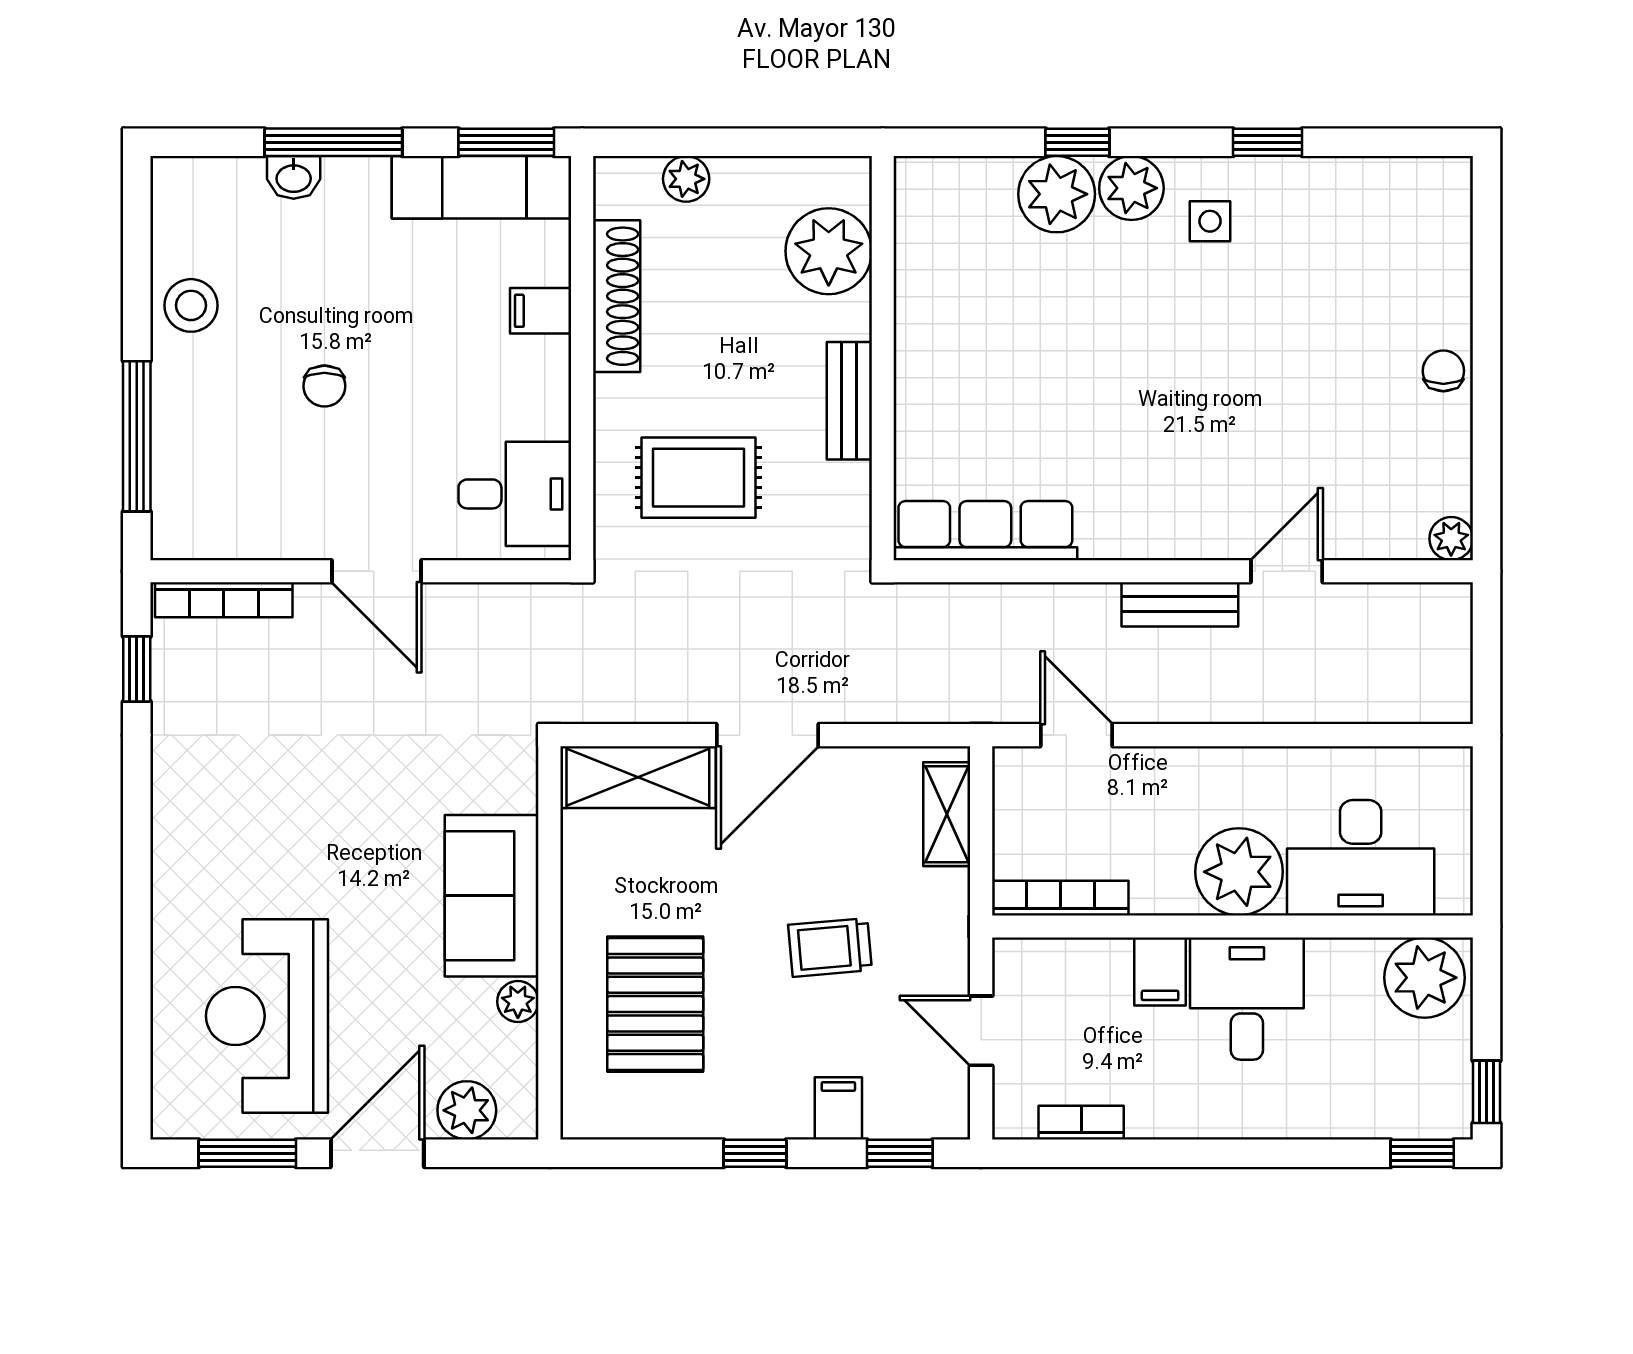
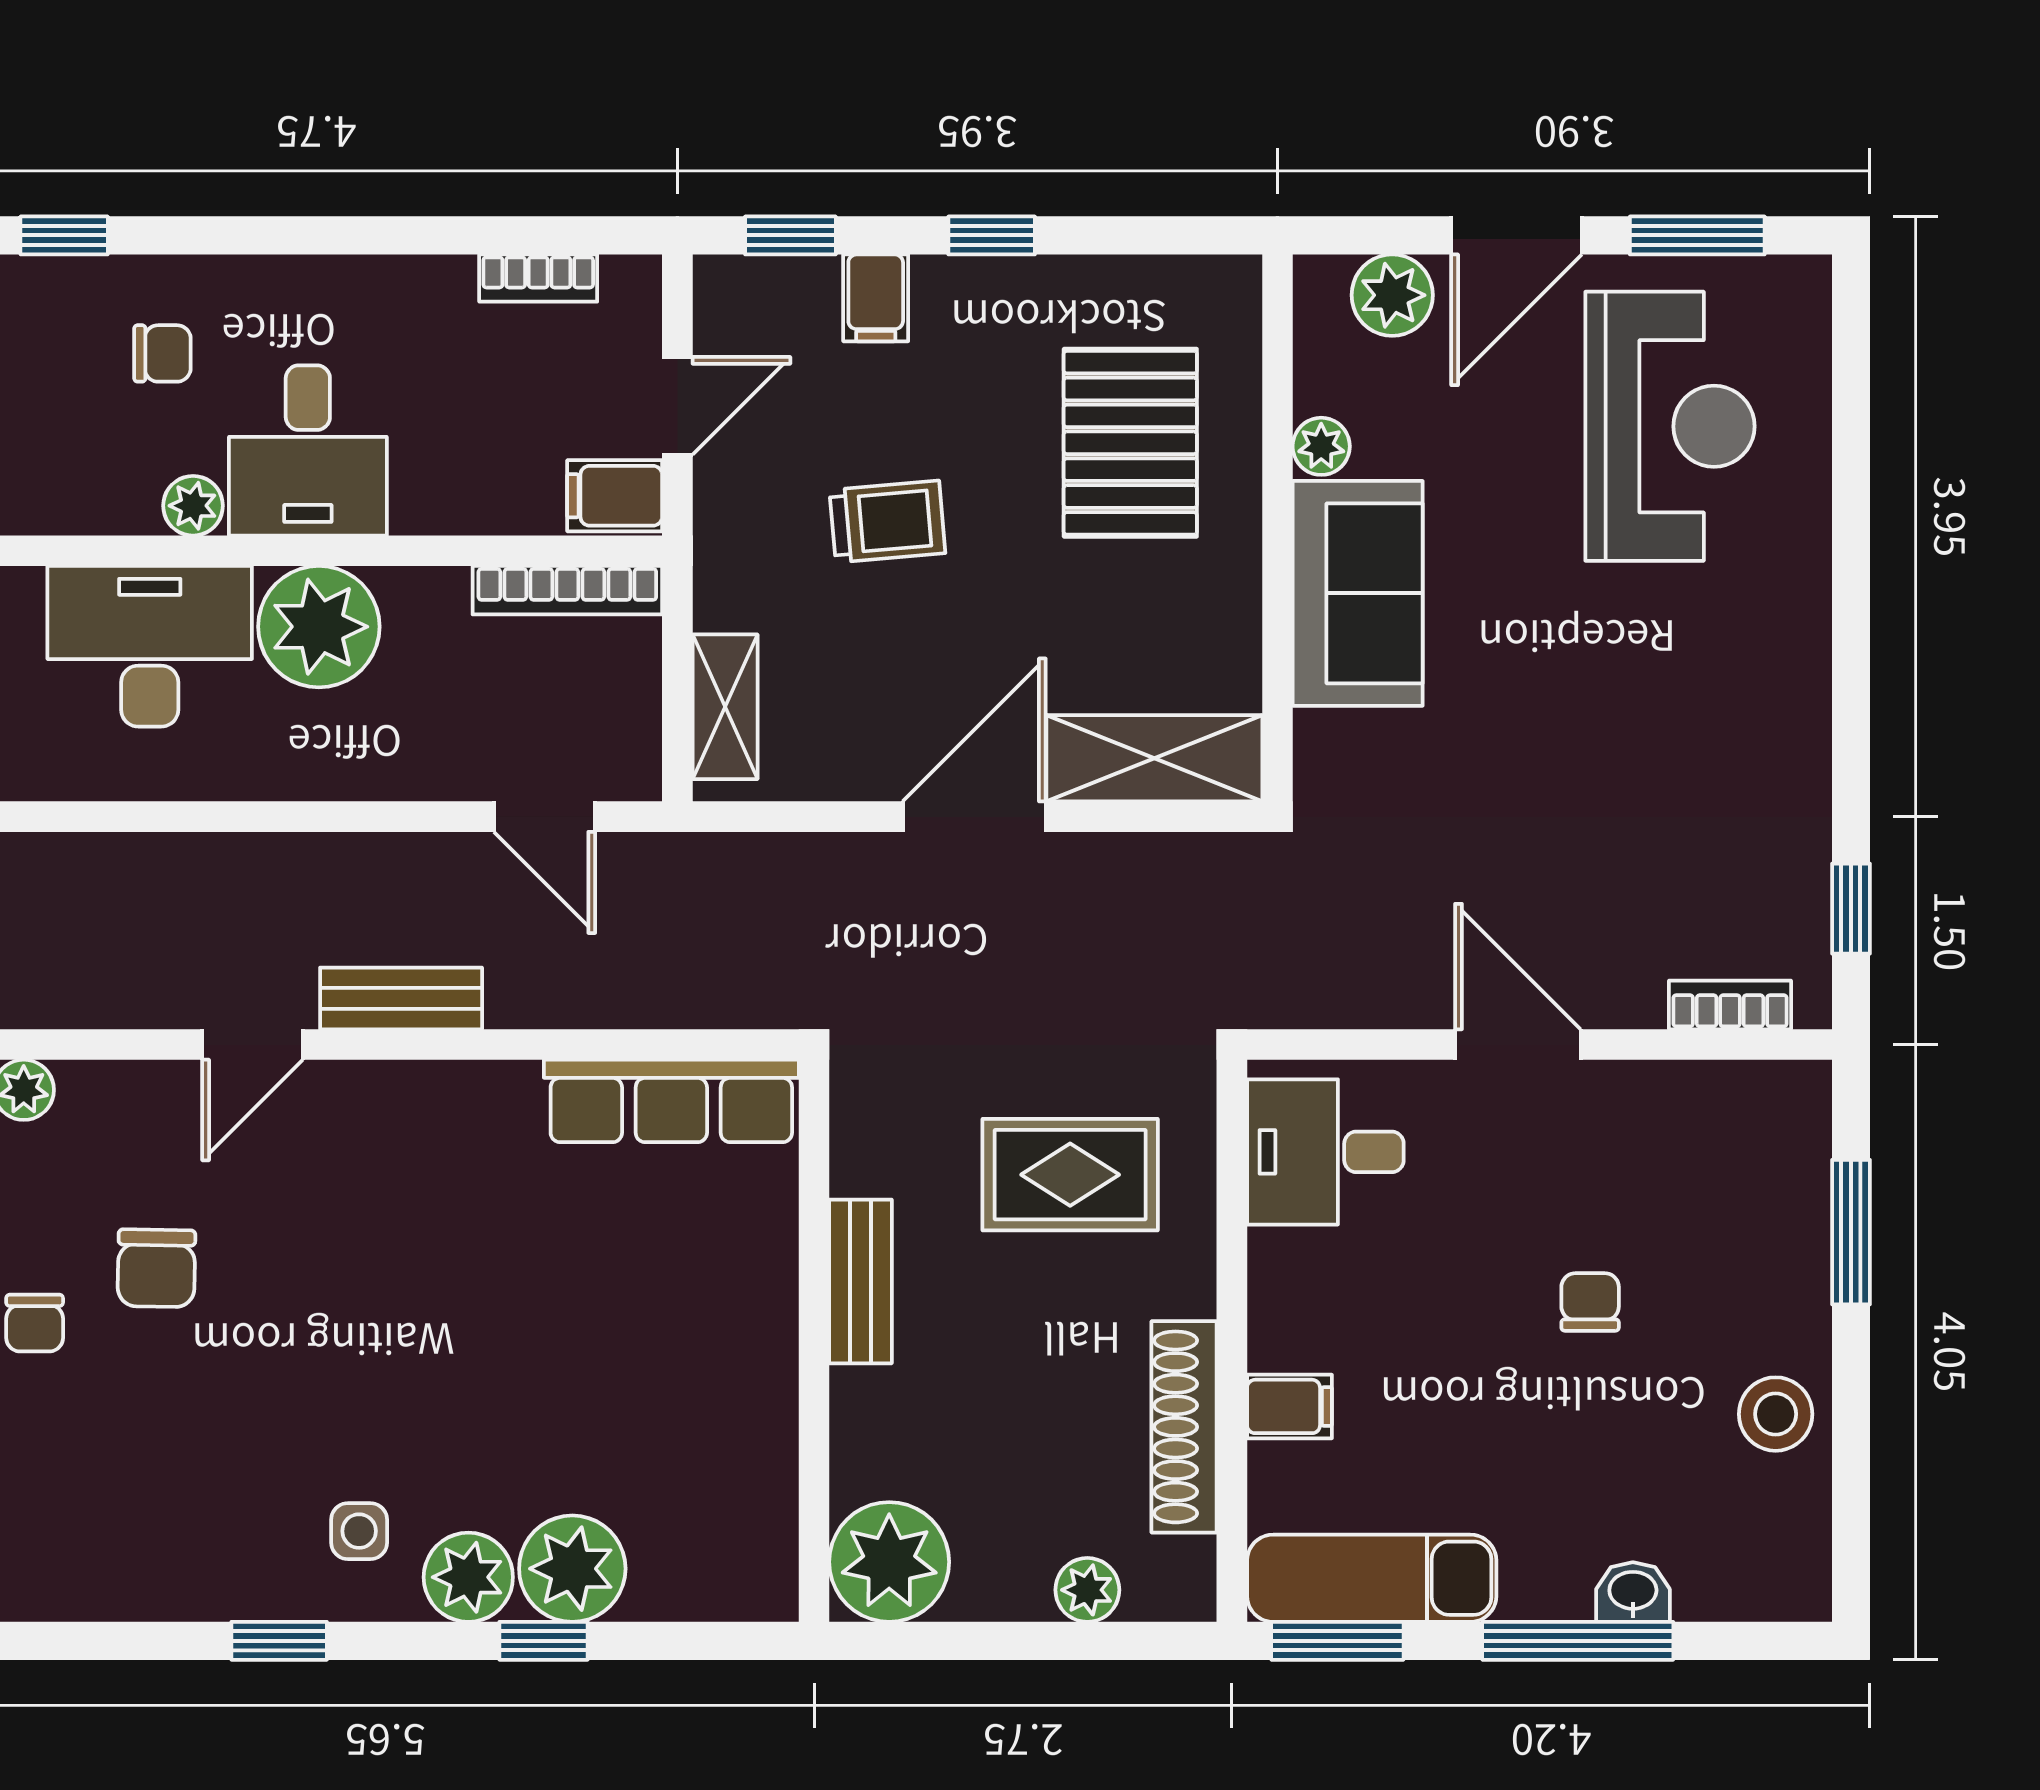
plant: (829, 251) -> (889, 1562), moved
chair: (1356, 410) -> (156, 1268), added
window: (137, 436) -> (1851, 1232), width x0.69
bookcase: (224, 600) -> (1730, 1005), width x0.64
filing cabinet: (1160, 972) -> (615, 496), moved, turned -90
plant: (1425, 978) -> (193, 506), moved, width x0.53, depth x0.53
door: (981, 1031) -> (677, 406), hinge flipped
chair: (1351, 1068) -> (162, 353), added

